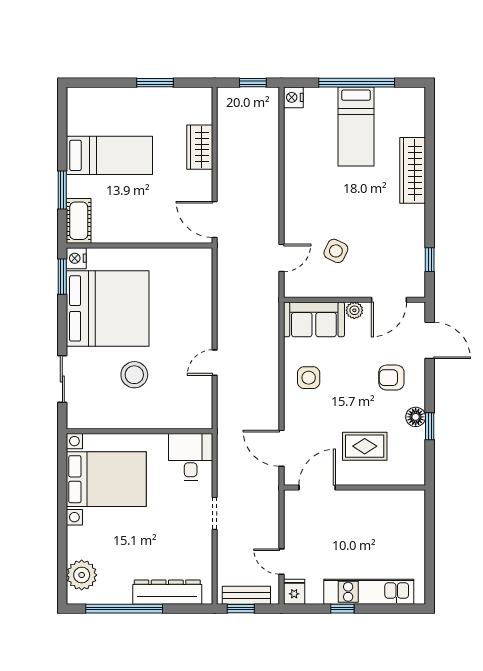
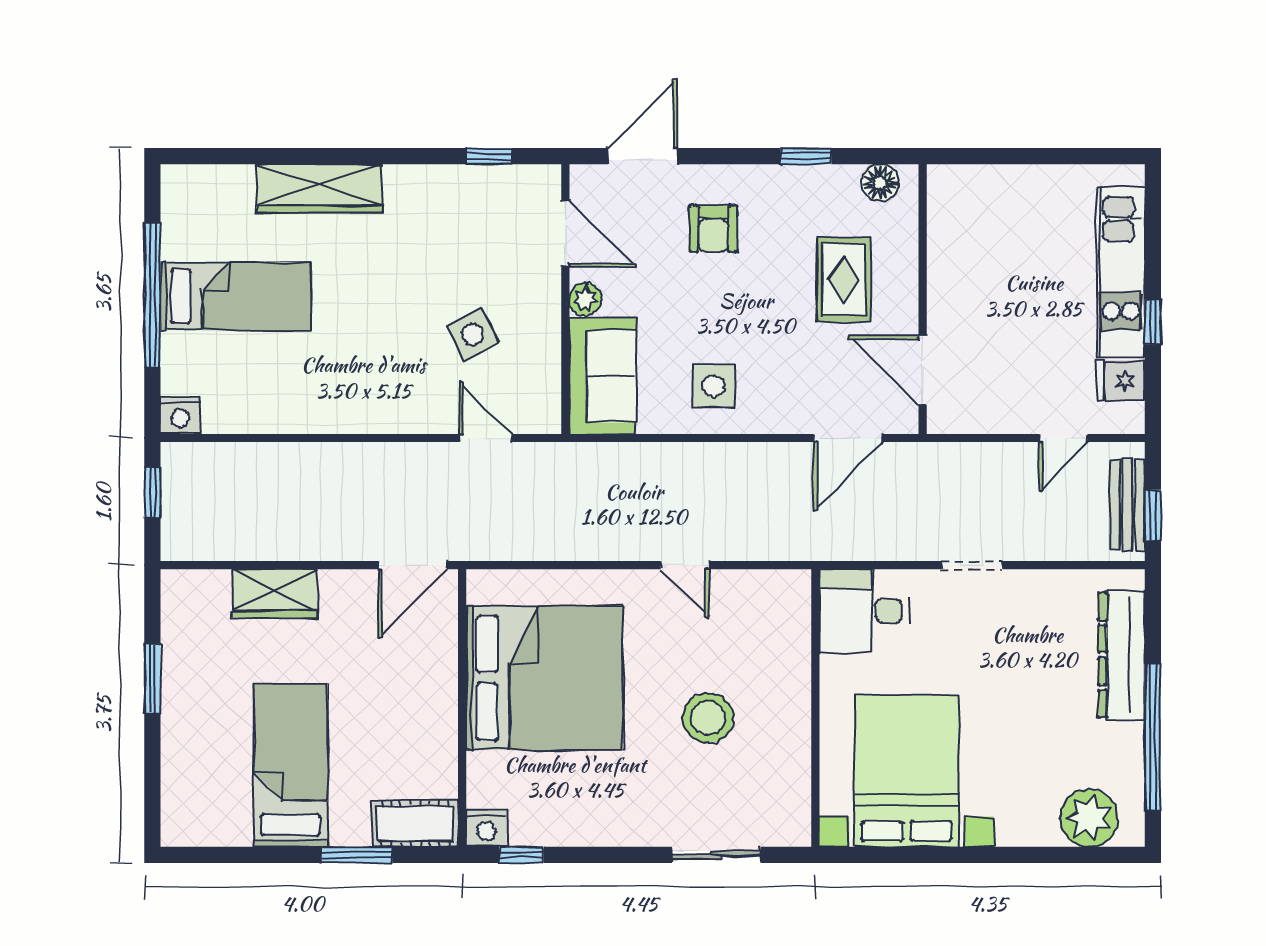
side table: (336, 251) -> (473, 334), turned 37
window: (62, 277) -> (521, 855), width x0.67
bed: (108, 308) -> (544, 678), moved, turned 90
floor lamp: (416, 417) -> (880, 183), moved
fridge: (294, 592) -> (1121, 381), moved

